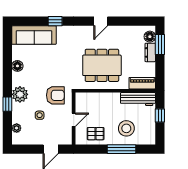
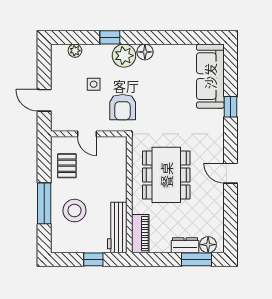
floor lamp: (17, 66) -> (145, 52), moved

